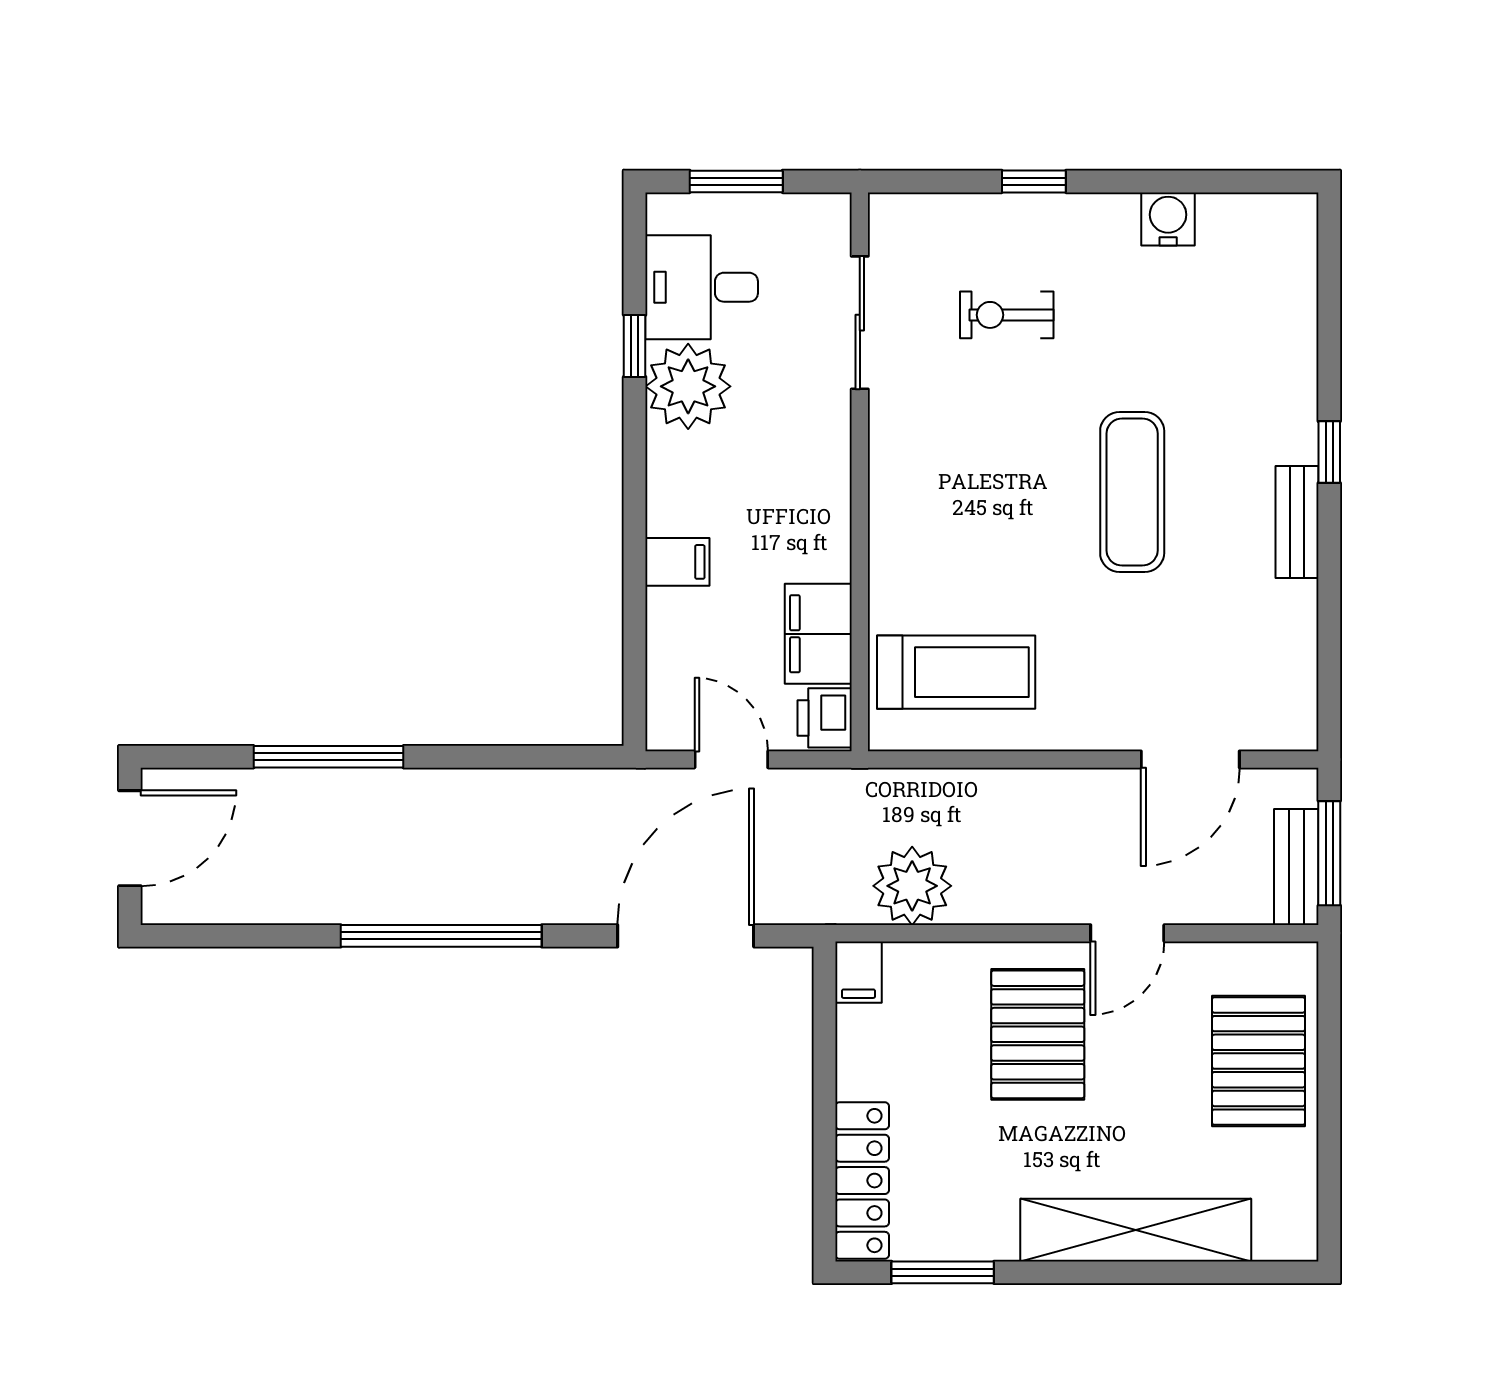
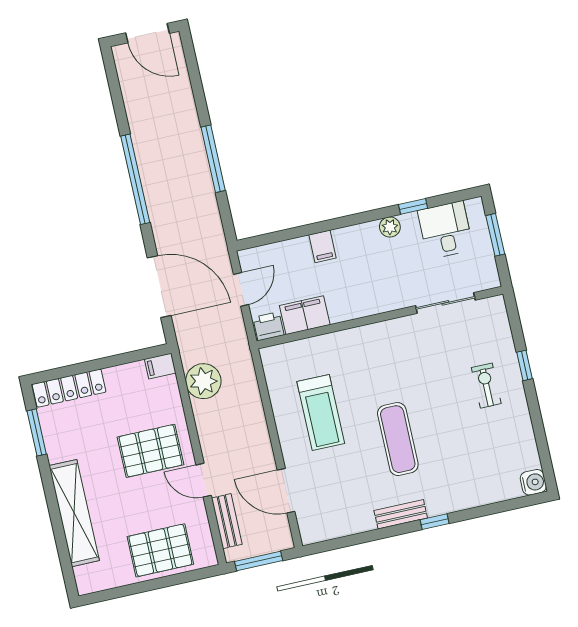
water cooler: (1168, 219) -> (533, 482), moved
exercise bike: (1007, 315) -> (486, 386), moved
plant: (688, 386) -> (390, 227), width x0.53, depth x0.53
exercise mat: (1132, 492) -> (398, 439), turned 90
treadmill: (956, 672) -> (321, 412), moved
window: (329, 757) -> (213, 159), moved
bench: (1296, 867) -> (227, 521), moved, turned 90

